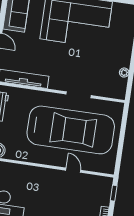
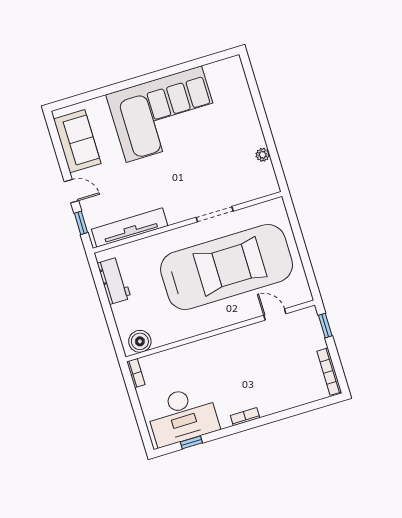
door: (73, 170) -> (275, 314), moved

